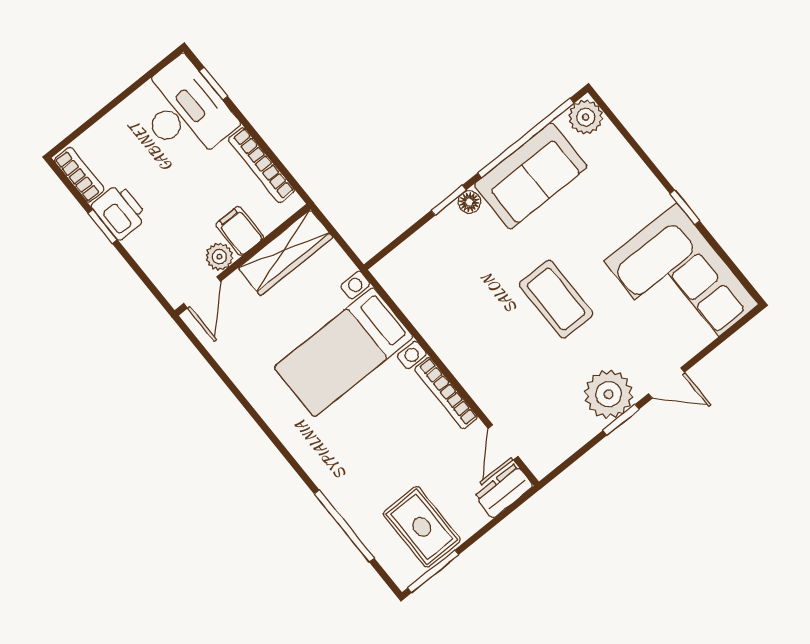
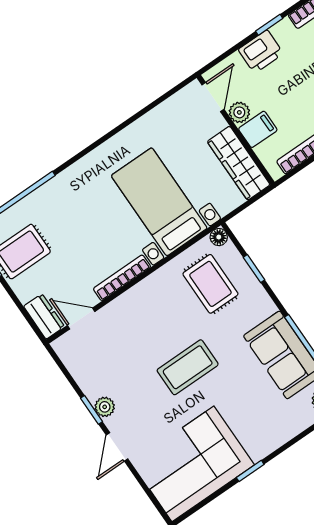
window: (449, 200) -> (254, 269), moved
floor lamp: (469, 202) -> (219, 237), moved
printer: (119, 211) -> (261, 52), moved
rug: (445, 278) -> (210, 284), added
door: (202, 292) -> (213, 97), swing flipped
plant: (609, 394) -> (105, 407), width x0.53, depth x0.53

